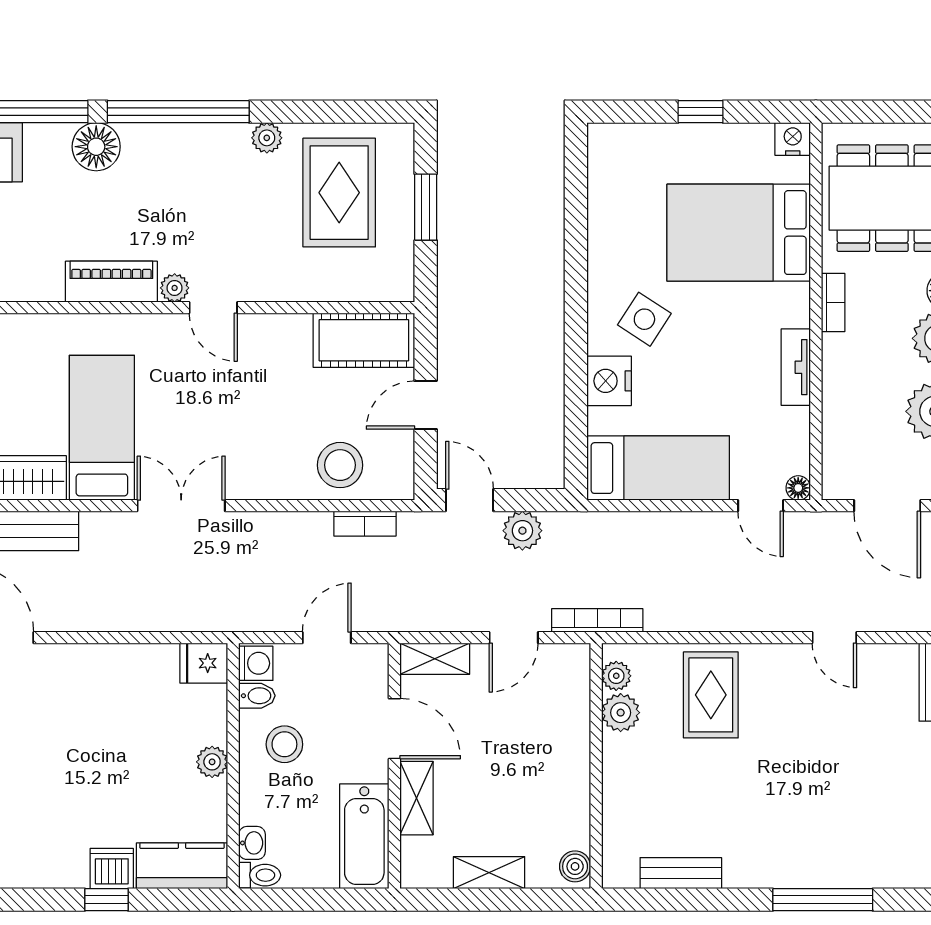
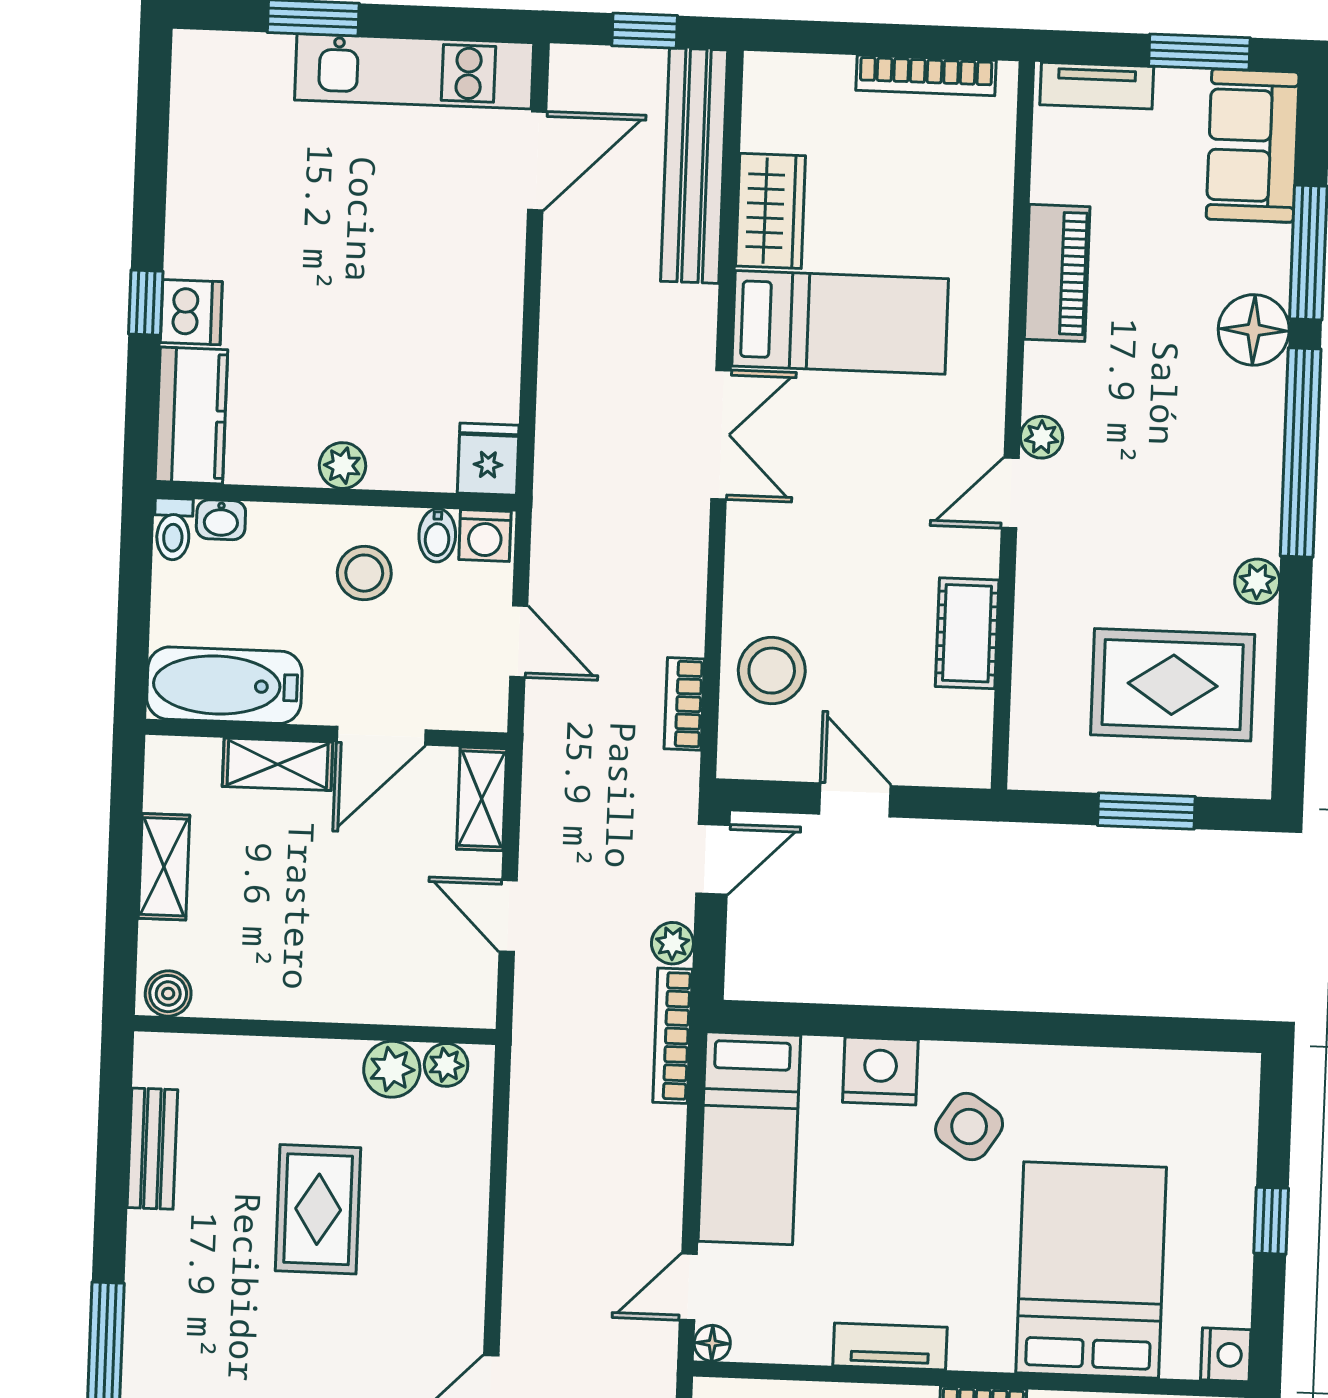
piano: (111, 282) -> (1057, 273), moved
cot: (364, 340) -> (967, 633), moved, width x0.73, depth x0.75
plant: (522, 531) -> (672, 943), width x0.73, depth x0.73
bookcase: (597, 620) -> (673, 1036), moved, turned 180
rug: (711, 695) -> (318, 1209), moved, turned 90

